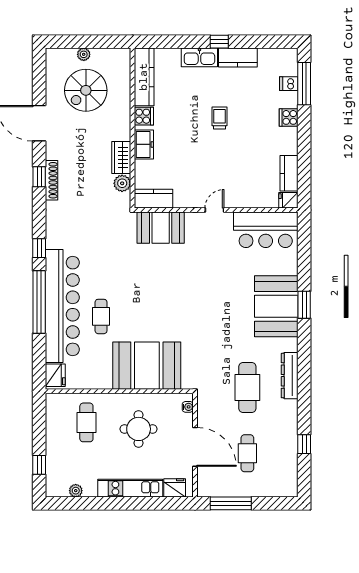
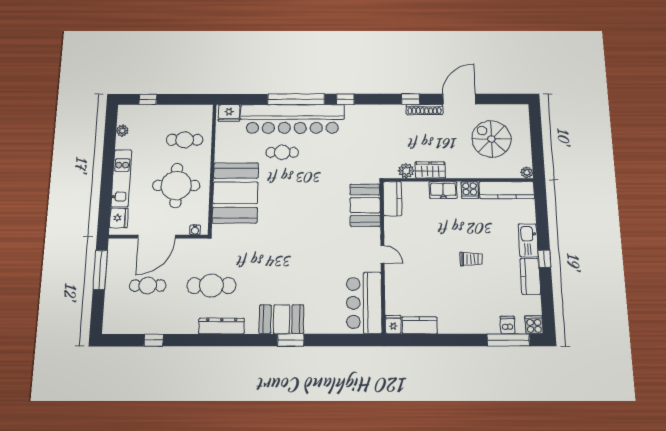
plant: (84, 54) -> (527, 172), moved
cooker: (289, 117) -> (534, 325), moved
shoe rack: (51, 180) -> (424, 110), moved
booth: (276, 306) -> (282, 319), width x0.73, depth x0.70
round table: (139, 429) -> (176, 185), width x1.36, depth x1.36

